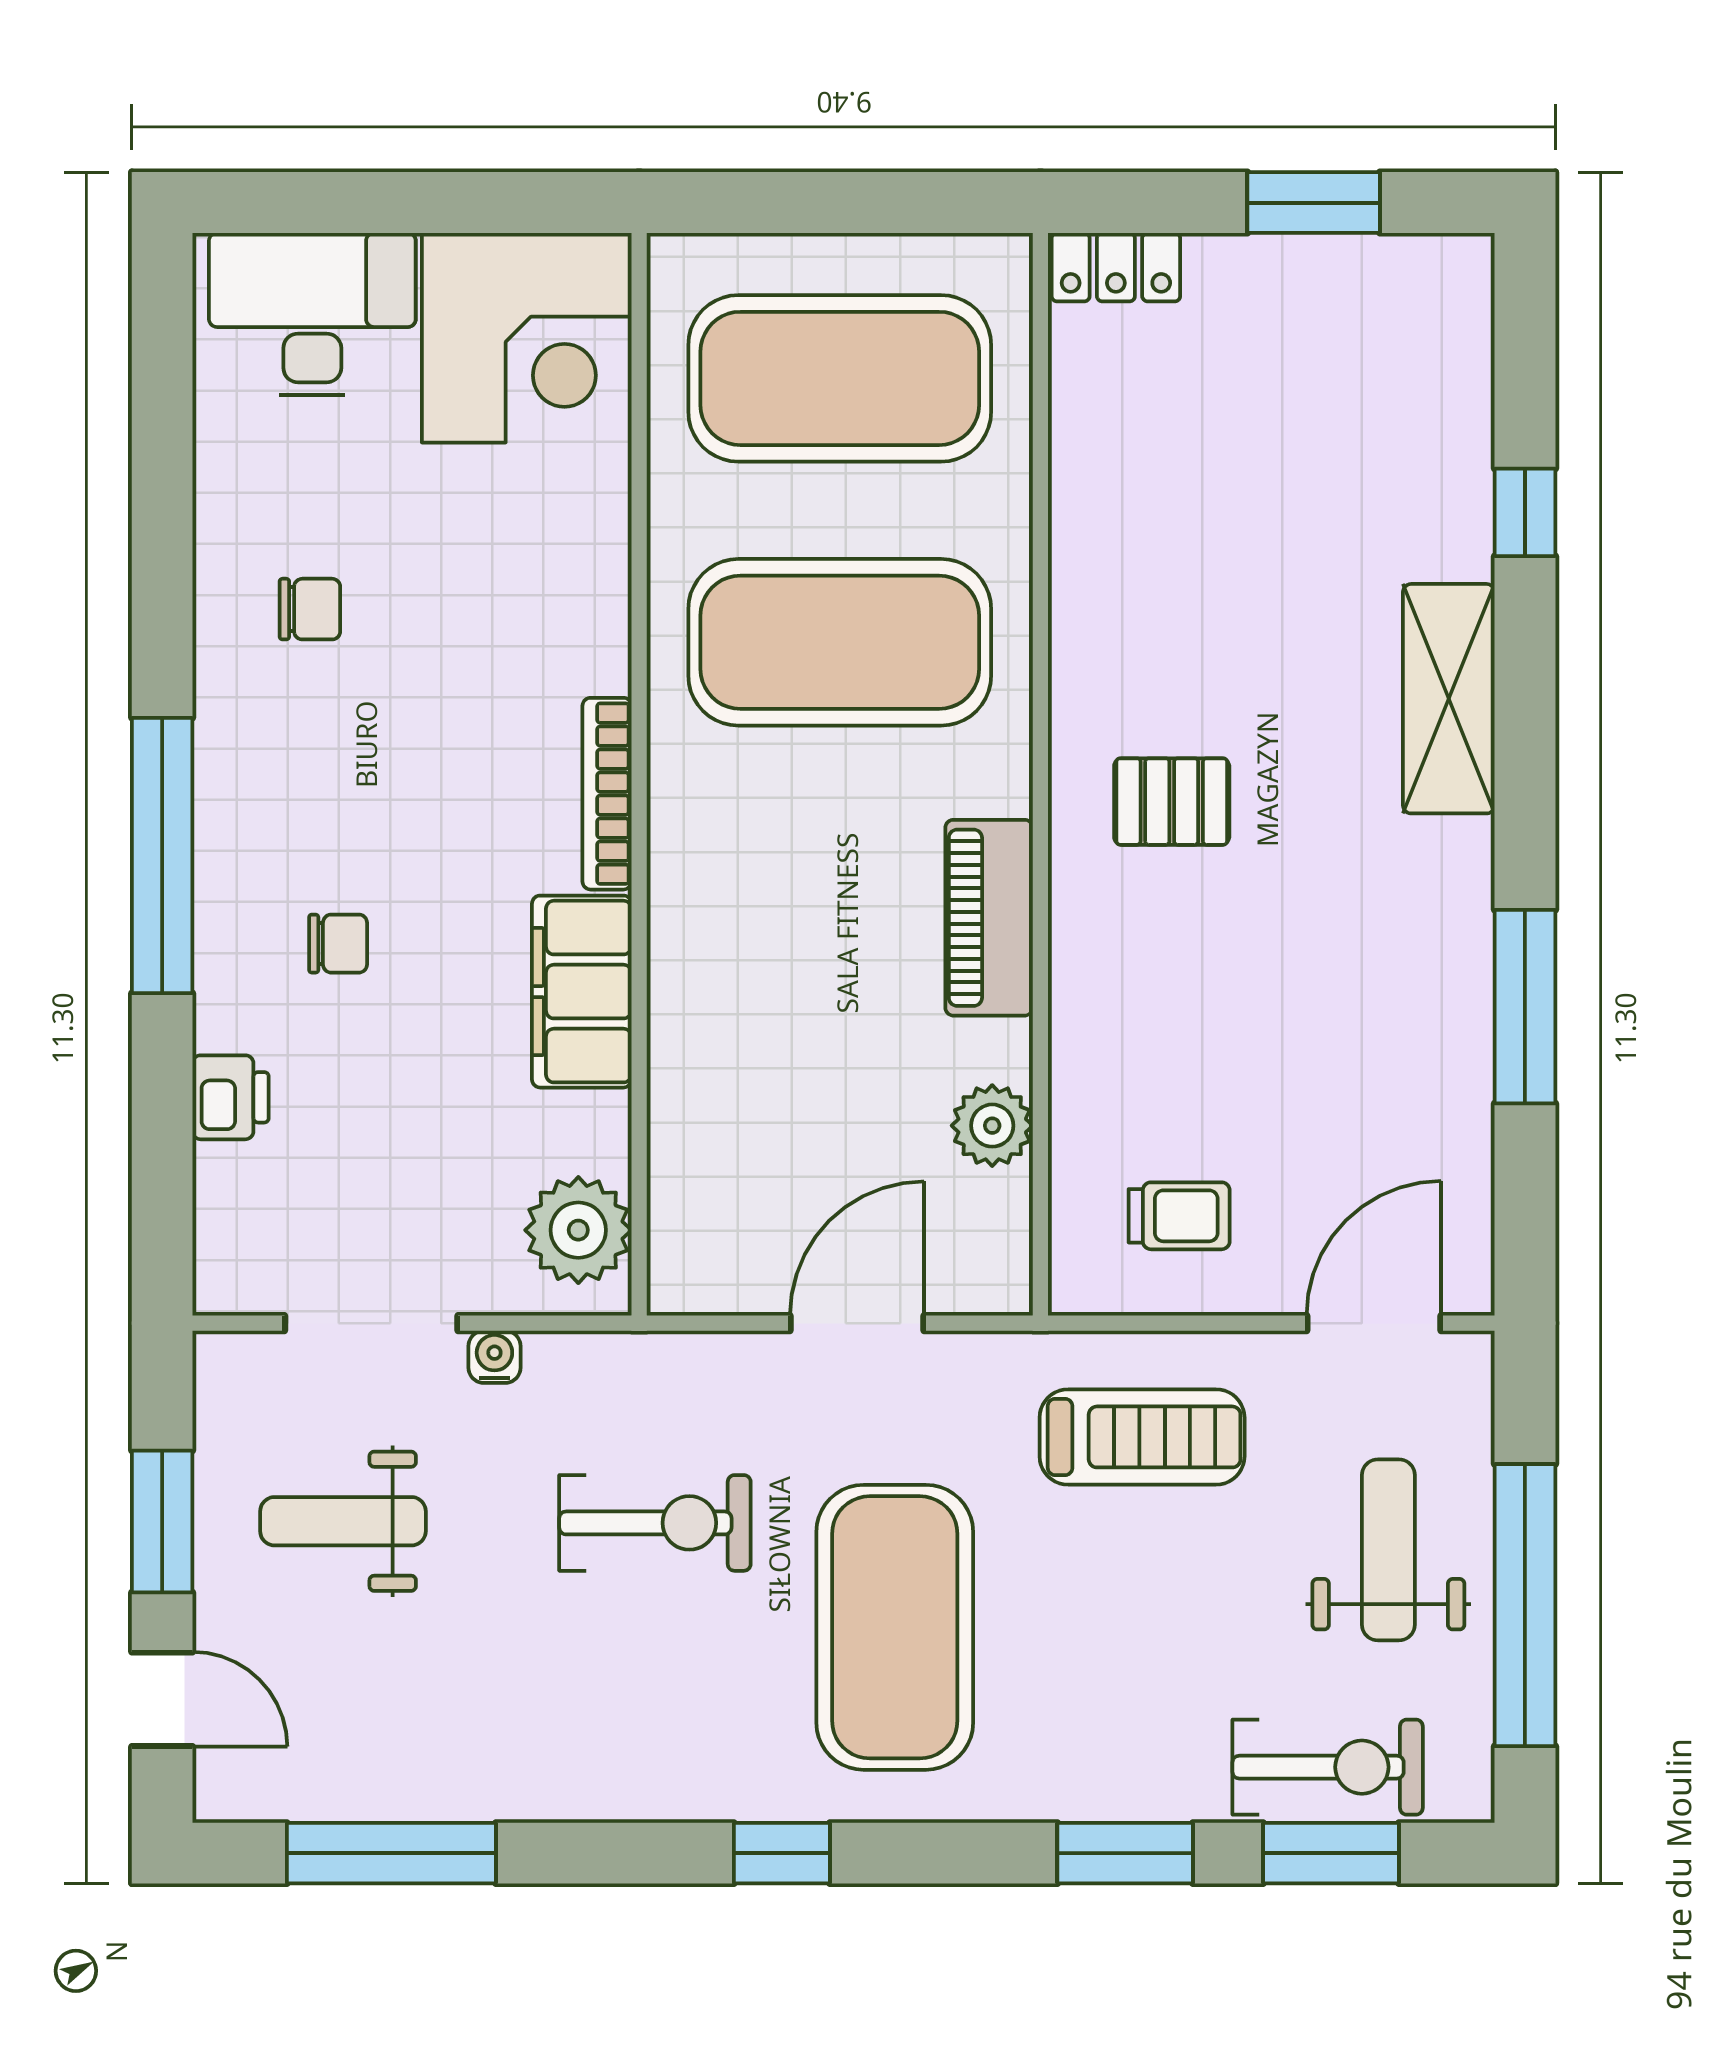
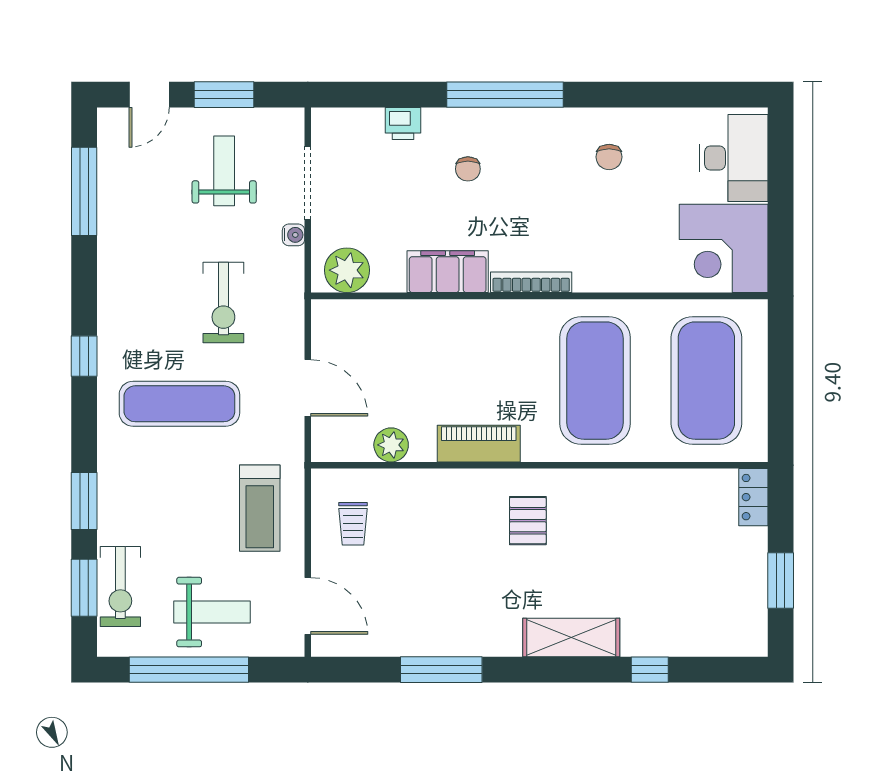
exercise mat: (895, 1627) -> (179, 404), width x0.68

